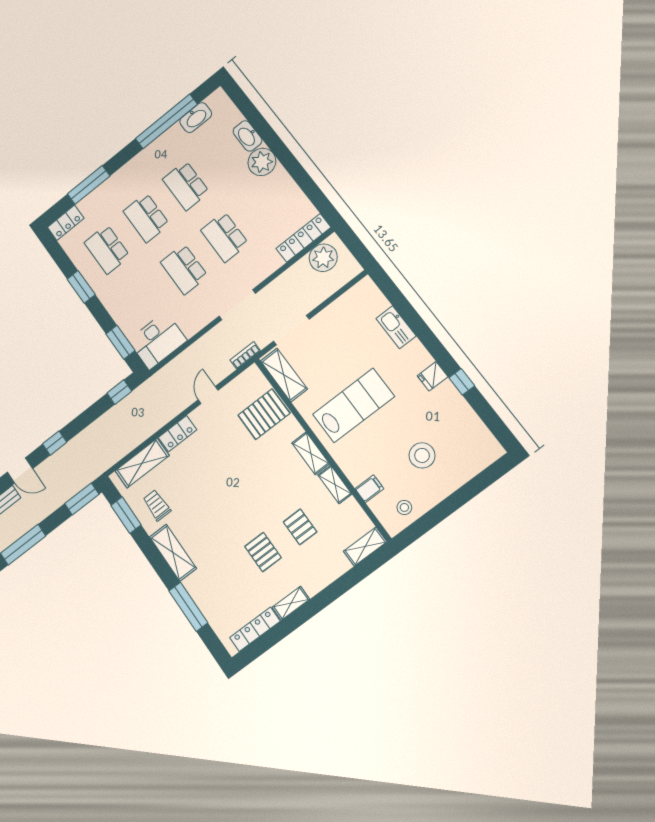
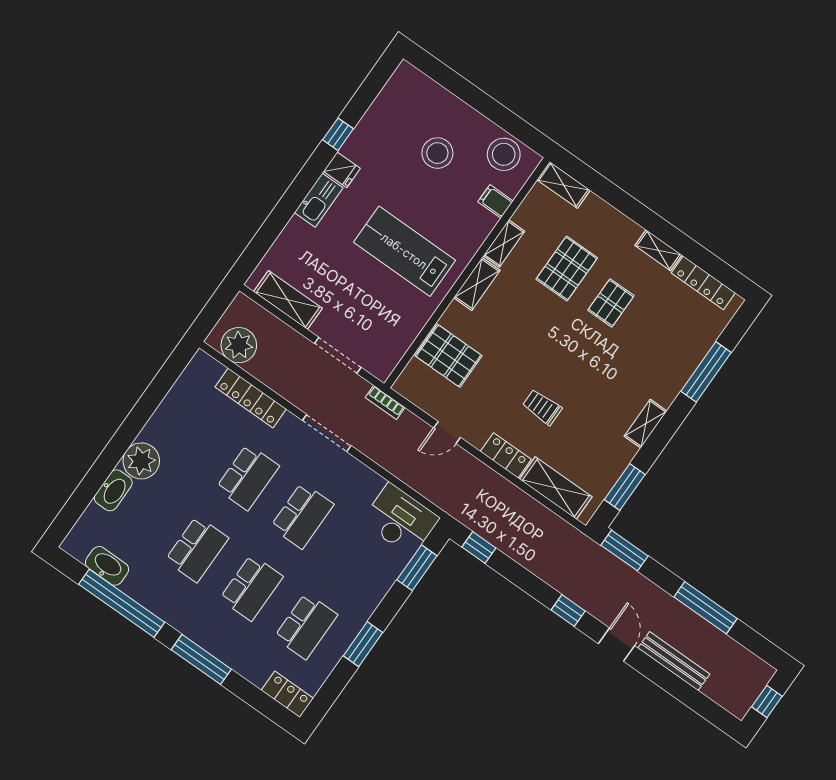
window: (89, 185) -> (201, 659), moved
locker: (303, 238) -> (251, 398), moved
kitchen sink: (396, 327) -> (319, 200), moved
shelving: (284, 375) -> (288, 300), moved, turned 90
trolley: (157, 505) -> (542, 407), moved, turned 90
stool: (404, 507) -> (504, 154), width x1.89, depth x1.89
pallet: (300, 527) -> (567, 268), width x1.50, depth x1.42
shelving: (173, 553) -> (646, 424), width x0.67, depth x0.75

